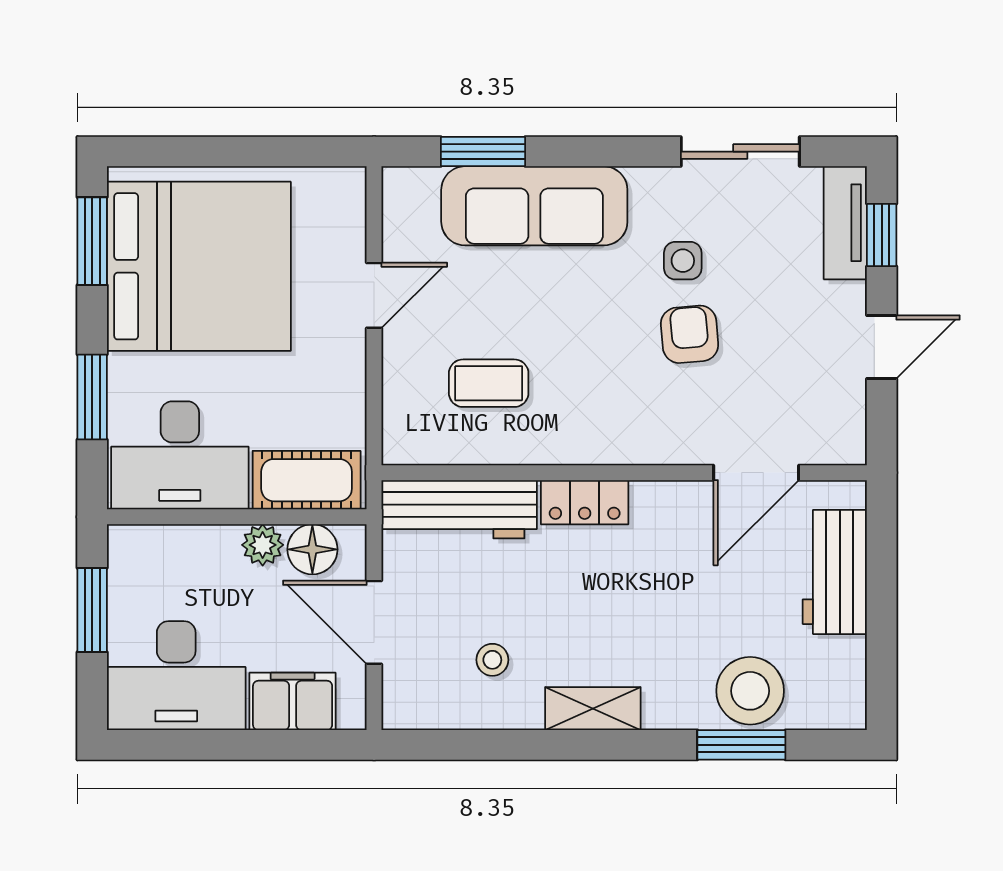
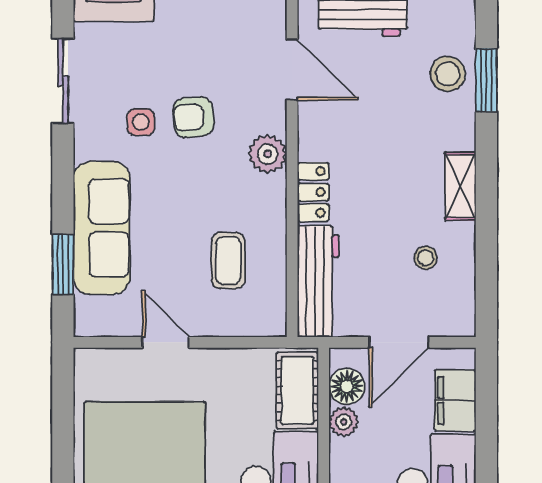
plant: (638, 438) -> (268, 154), added
stool: (750, 691) -> (448, 74), width x0.73, depth x0.73

